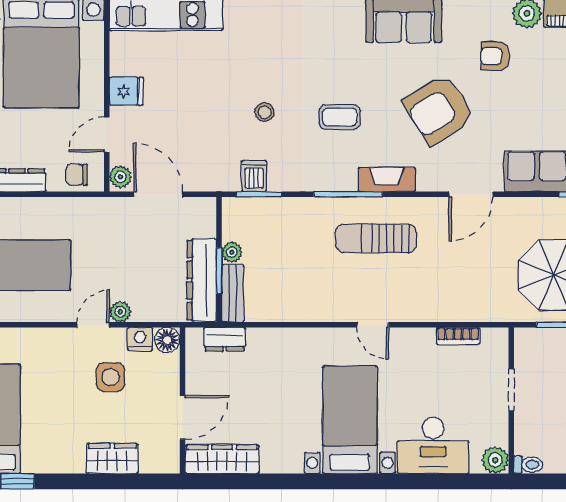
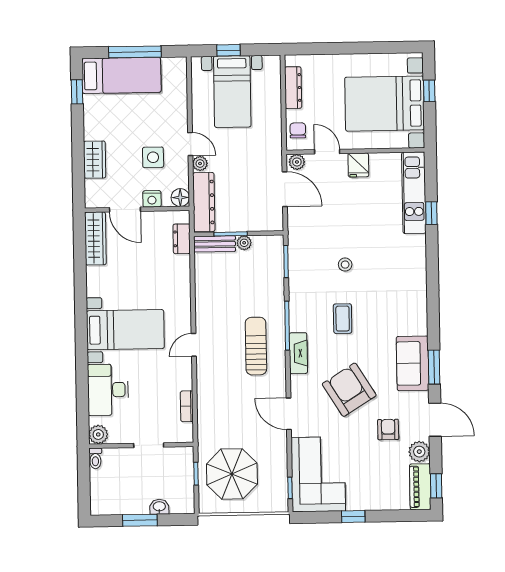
dishwasher: (254, 176) -> (299, 258), removed
door: (158, 194) -> (285, 189), hinge flipped
dresser: (202, 280) -> (204, 202), moved, turned 90
nightstand: (140, 339) -> (152, 199), moved, turned 90

